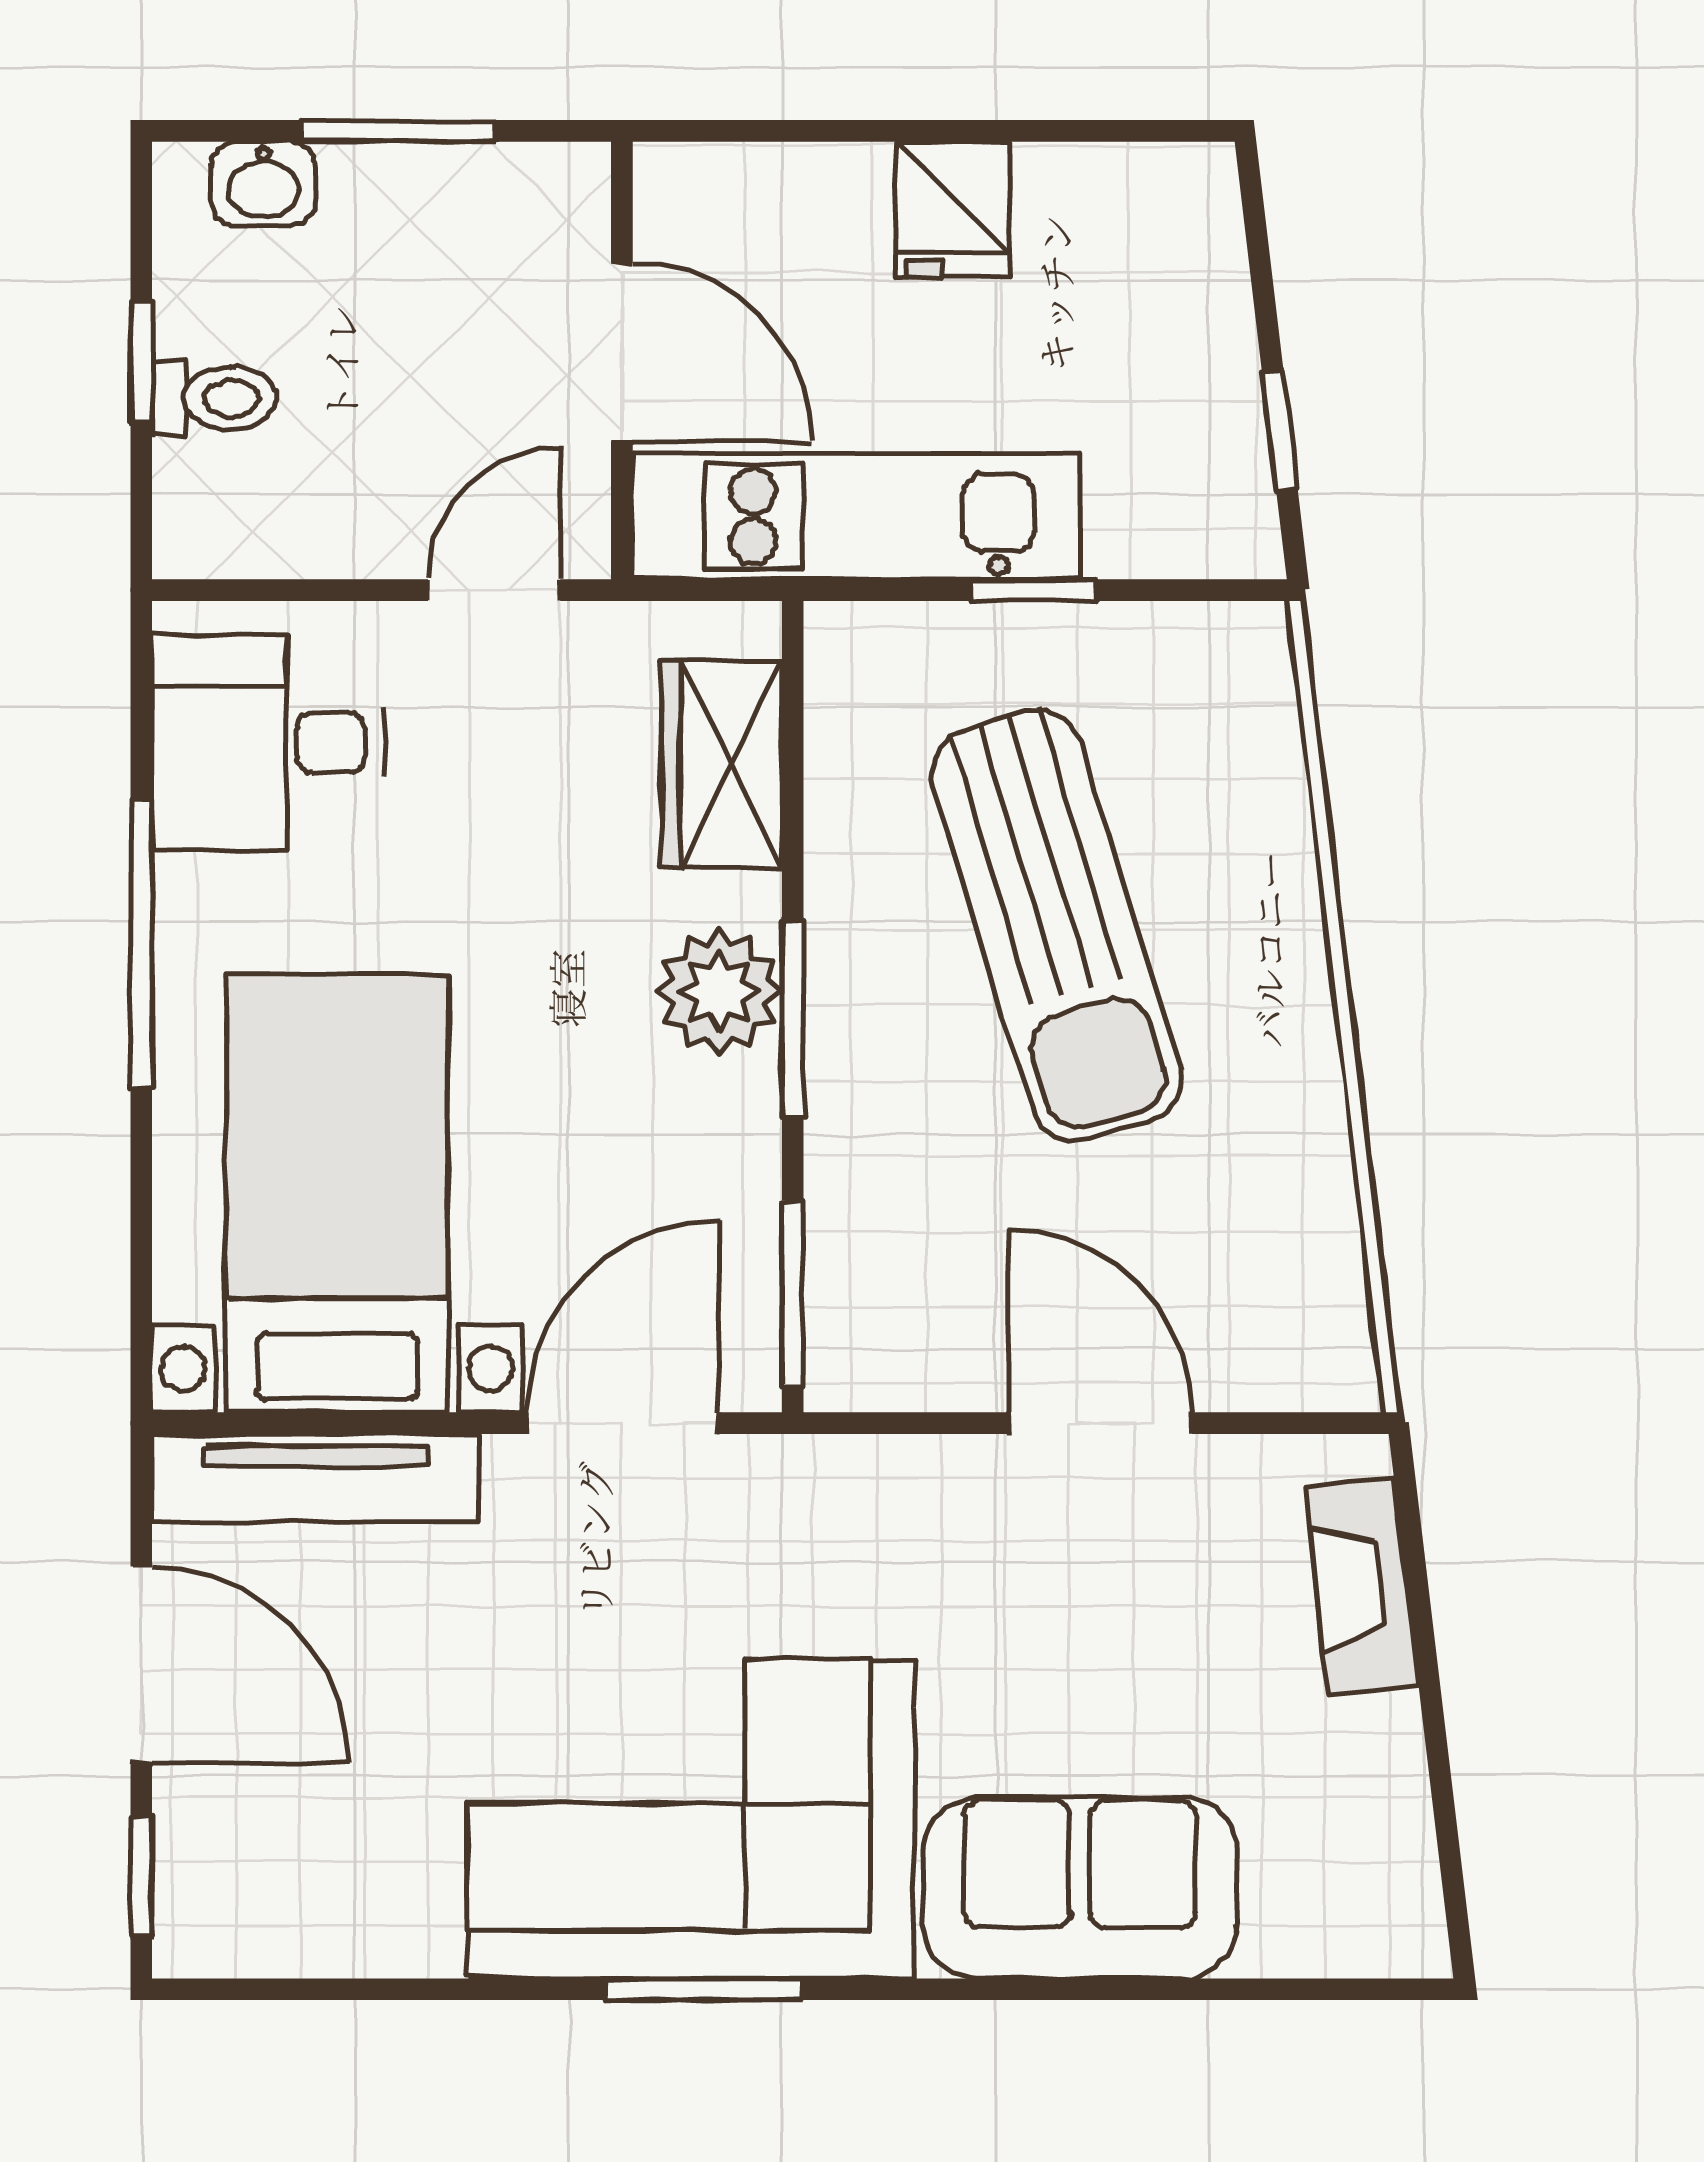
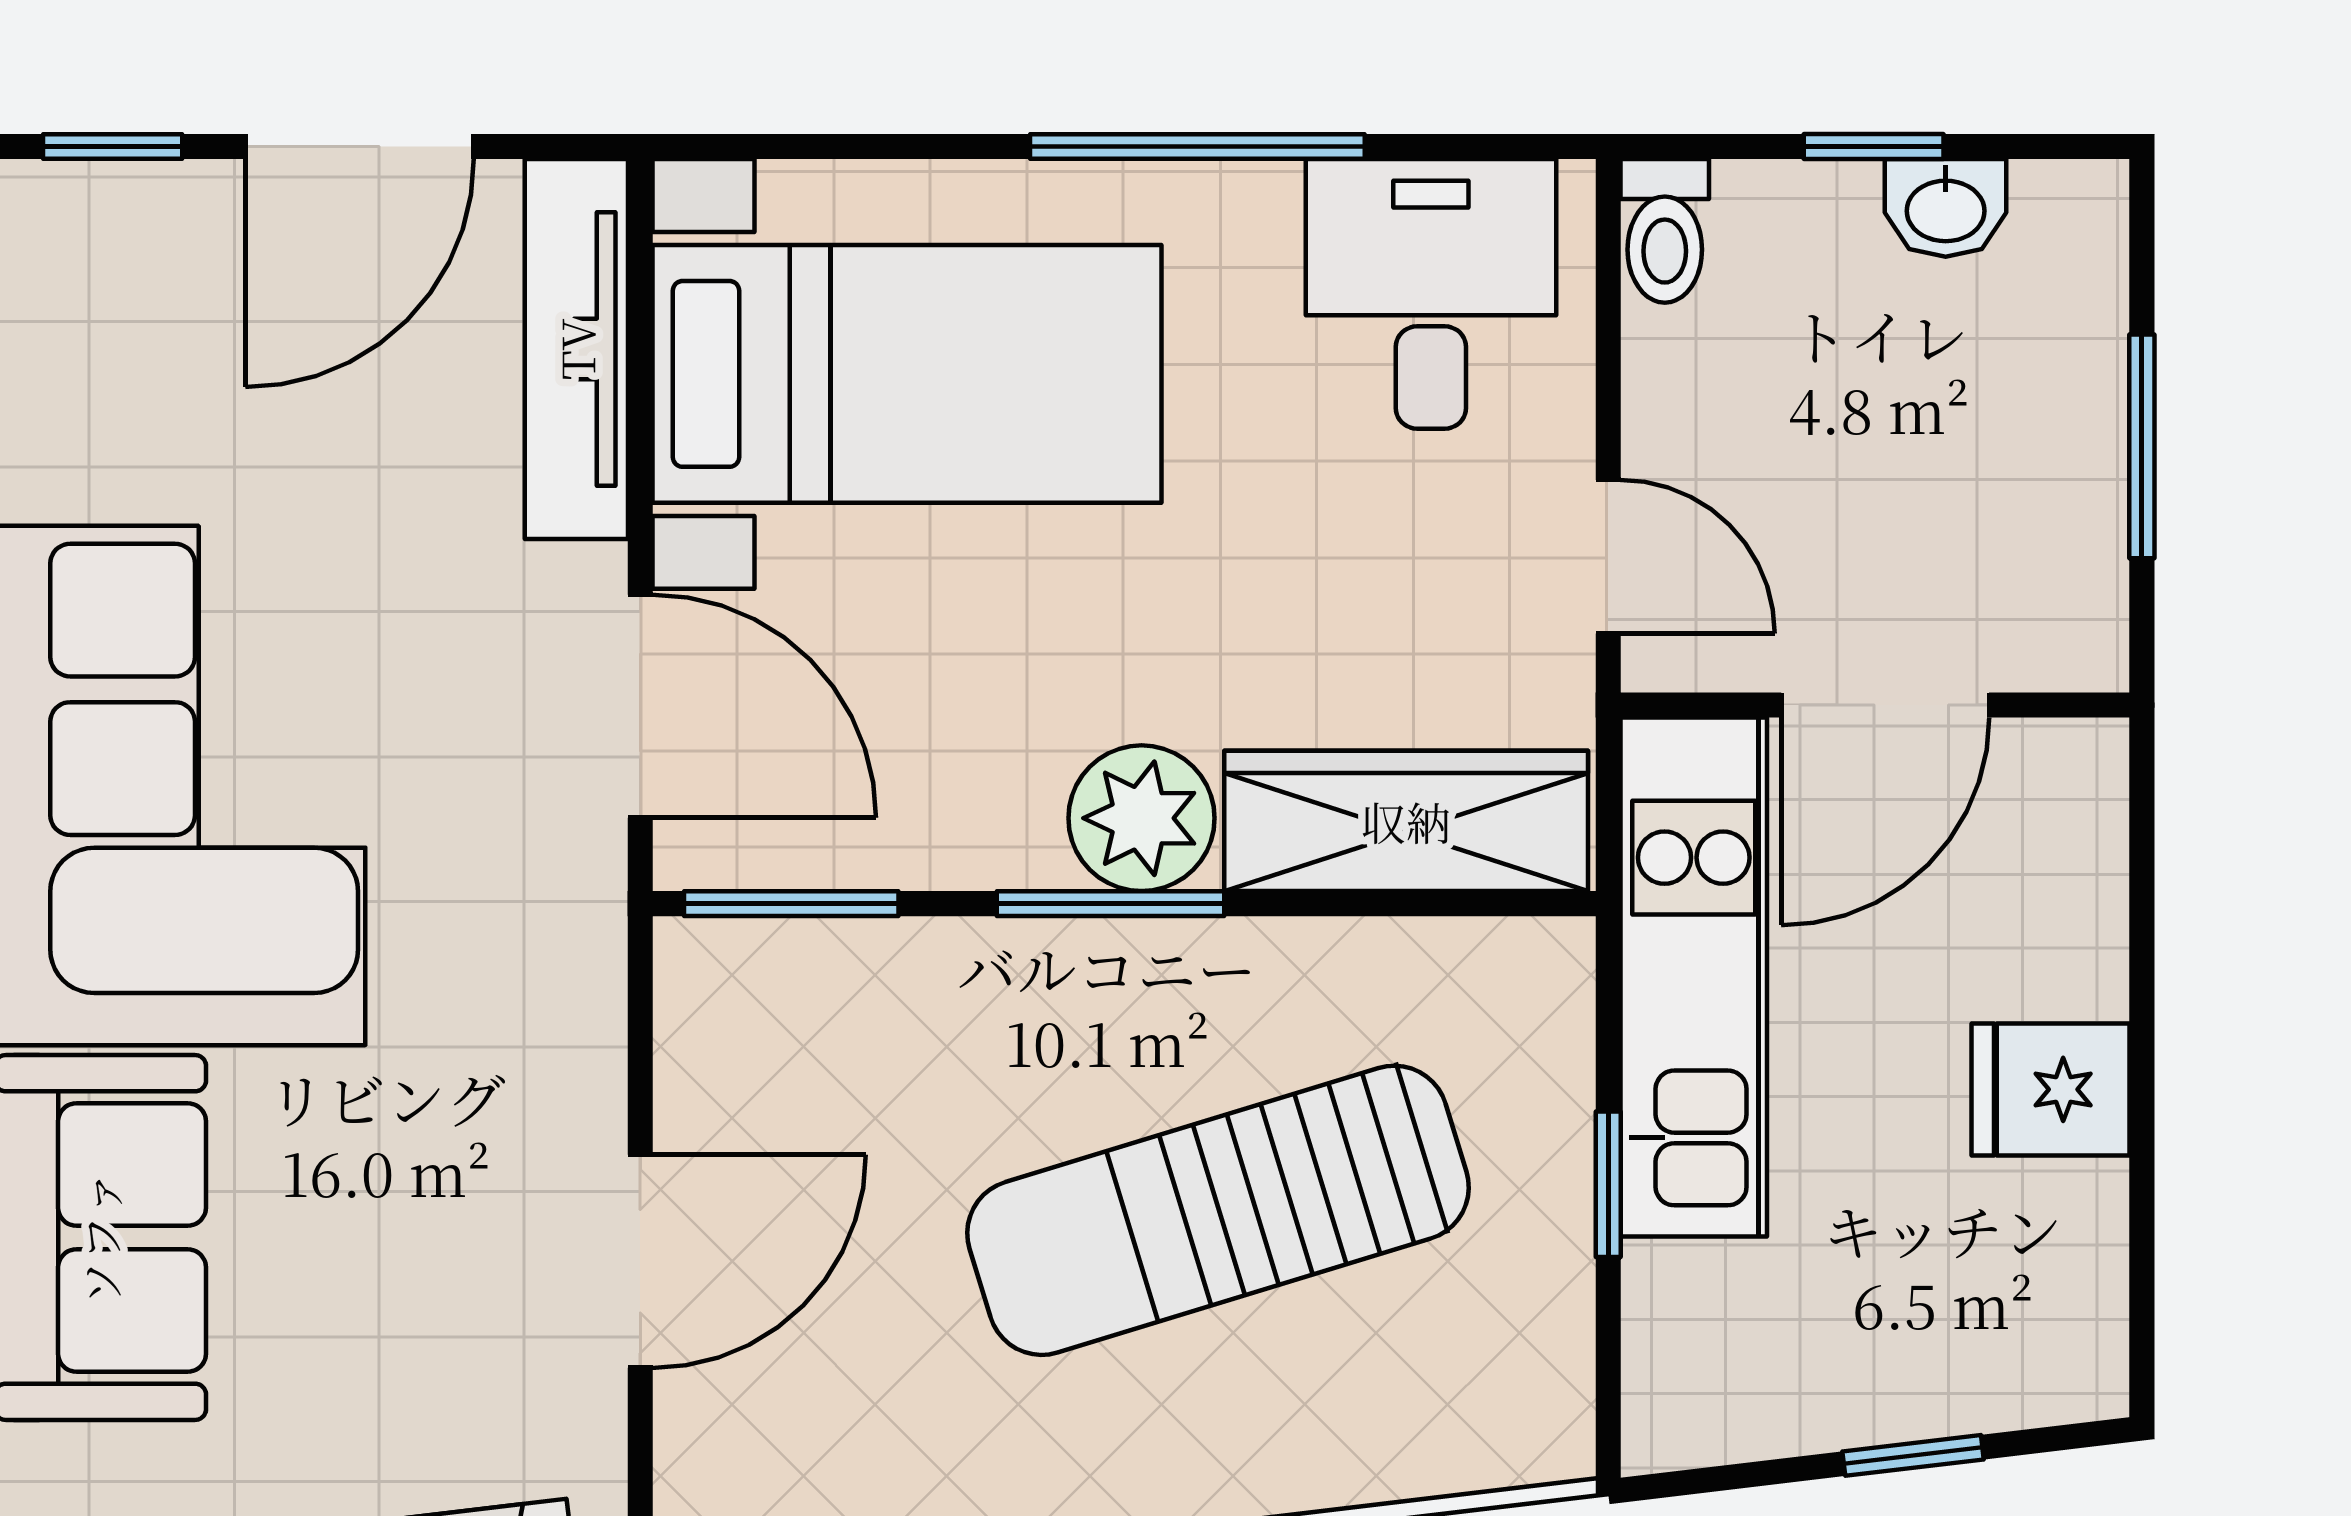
washbasin: (263, 184) -> (1946, 208), moved, turned -90
toilet: (214, 398) -> (1665, 231), moved
window: (1280, 431) -> (1913, 1455), moved
wardrobe: (722, 764) -> (1406, 821), width x1.50

